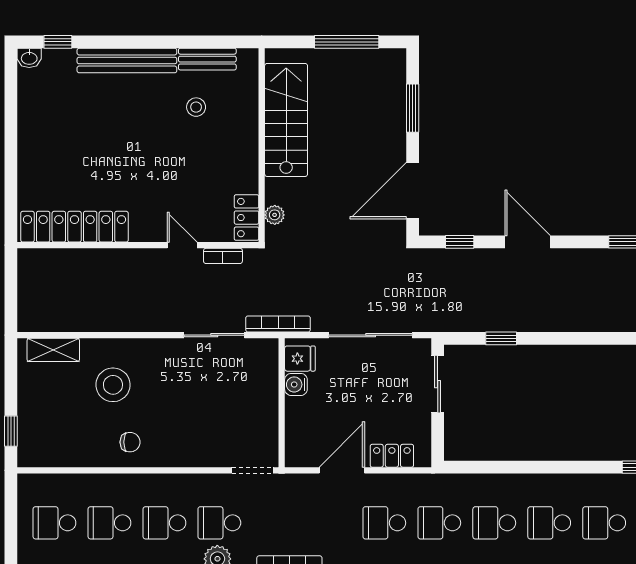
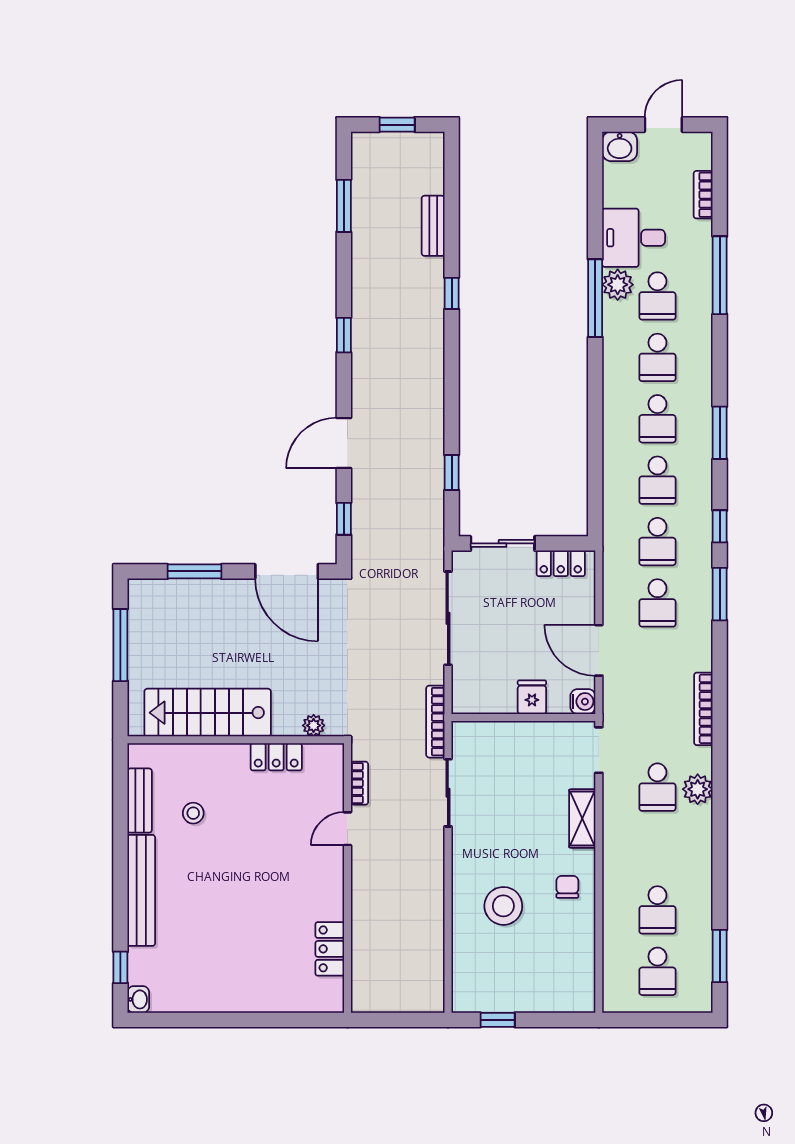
locker: (247, 218) -> (276, 757), moved
locker: (74, 227) -> (330, 949), width x0.46, depth x0.83
shelving: (53, 350) -> (582, 819), moved
fridge: (300, 359) -> (532, 697), moved
water cooler: (296, 384) -> (583, 702), moved, turned -90
window: (11, 431) -> (498, 1020), moved
locker: (392, 456) -> (561, 563), moved, turned -90
school desk: (164, 523) -> (657, 848), removed

